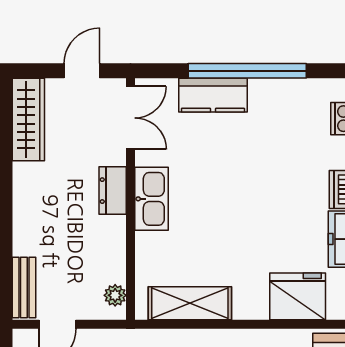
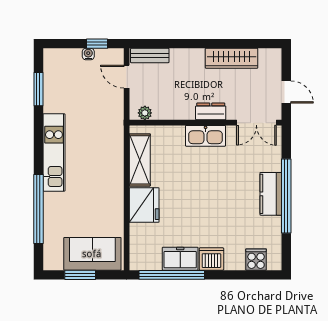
kitchen counter: (213, 95) -> (271, 194), moved
wardrobe: (28, 119) -> (232, 58), moved
fridge: (298, 296) -> (144, 205), moved

